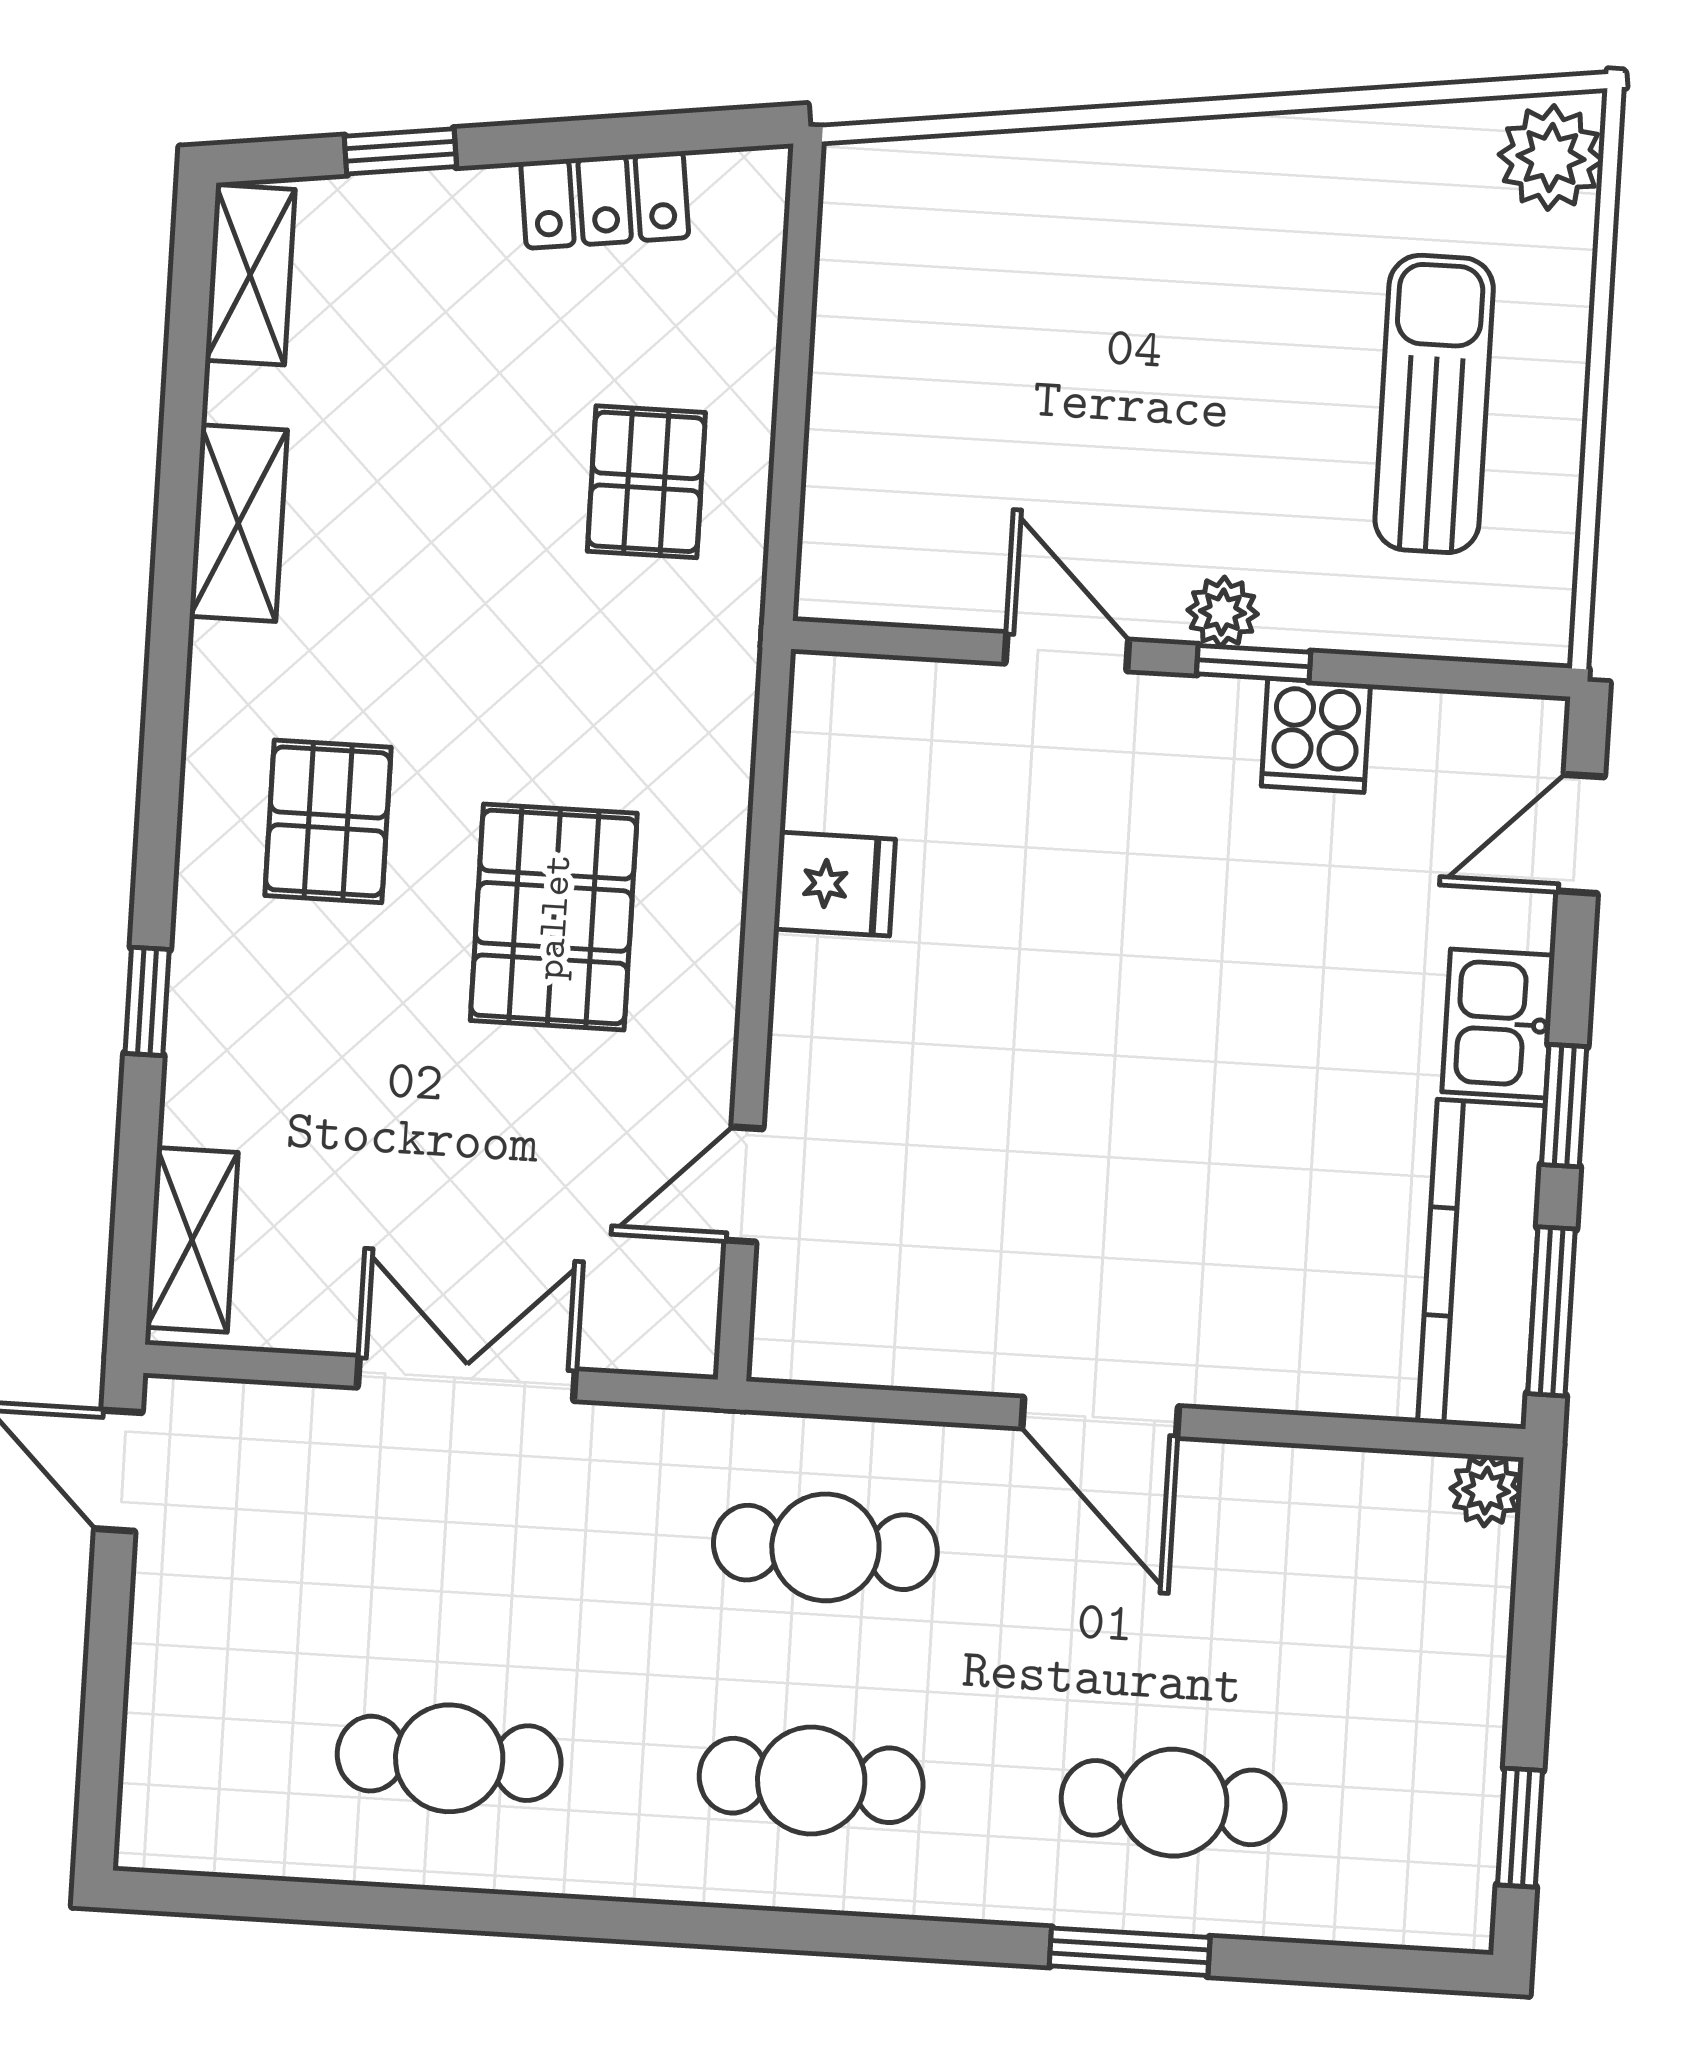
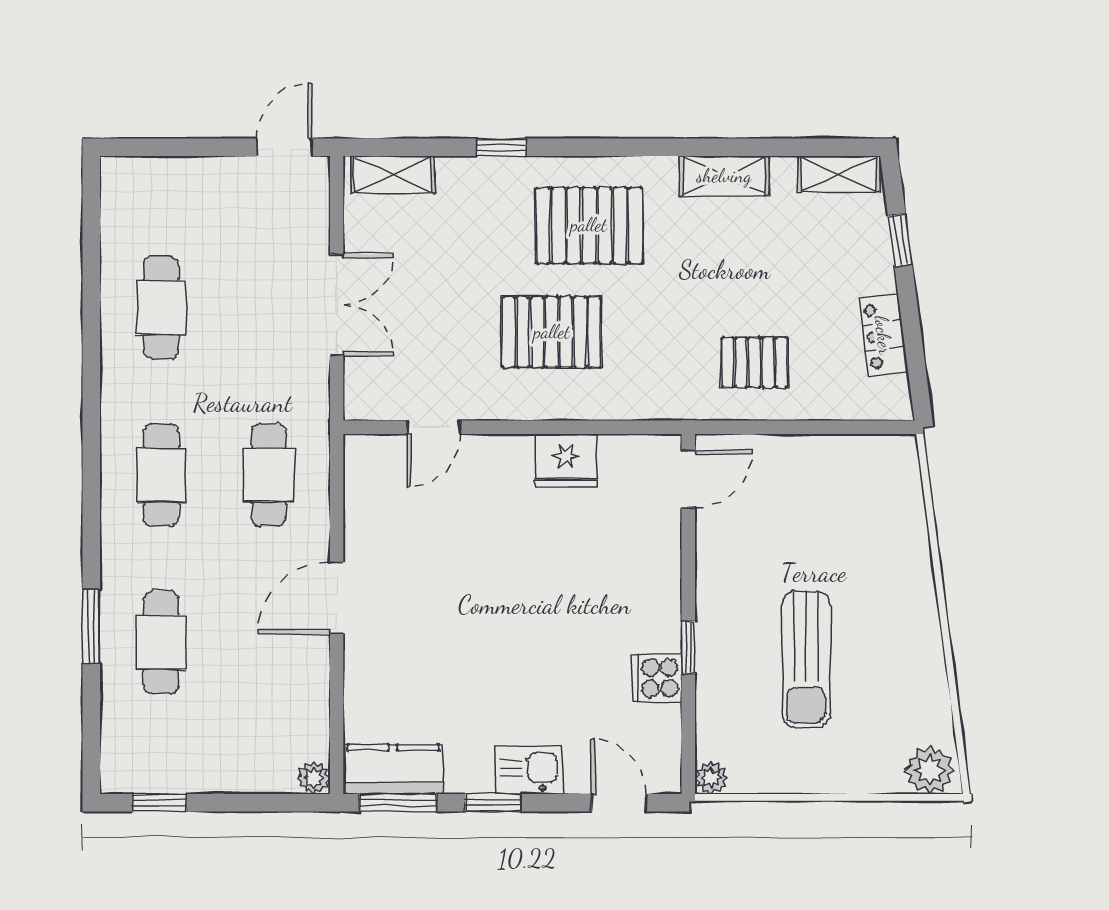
sun lounger: (1434, 404) -> (806, 659), moved, turned 90
plant: (1223, 612) -> (711, 778), moved
door: (1067, 652) -> (688, 479), moved
pallet: (328, 821) -> (589, 225), width x1.50, depth x1.42
fridge: (835, 884) -> (566, 461), width x1.38
door: (744, 1185) -> (434, 427), swing flipped
kitchen counter: (1481, 1264) -> (393, 769), width x0.67

